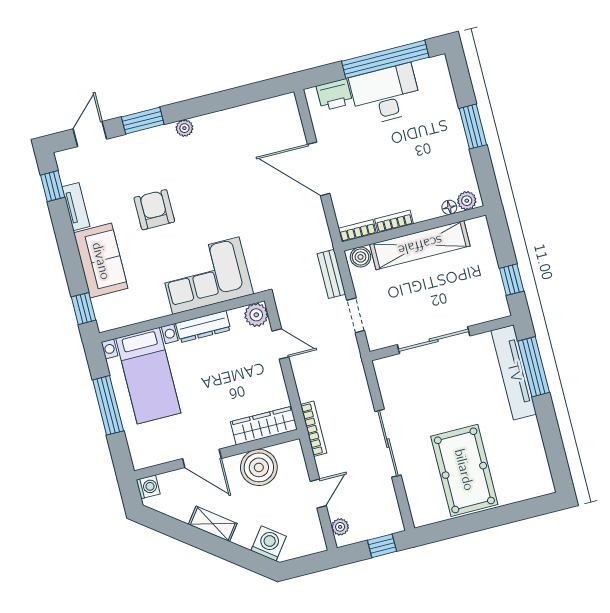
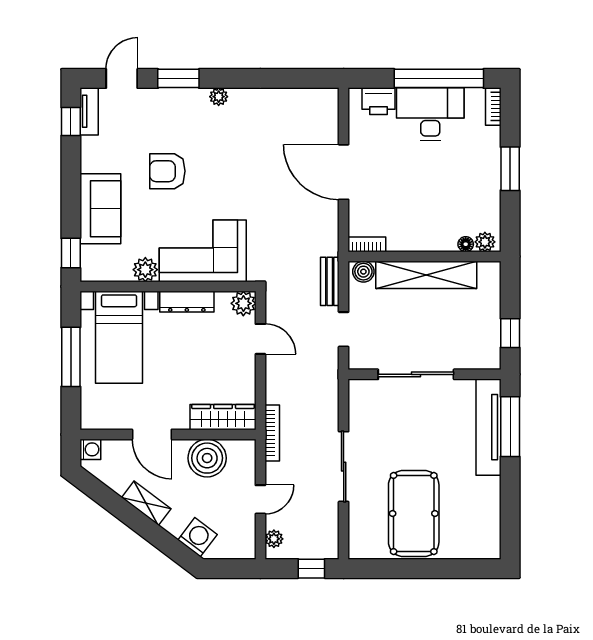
tv unit: (76, 207) -> (89, 111), moved
armchair: (154, 210) -> (167, 171), turned -90
bookcase: (394, 221) -> (493, 107), moved, turned -90
plant: (157, 307) -> (145, 270), added

